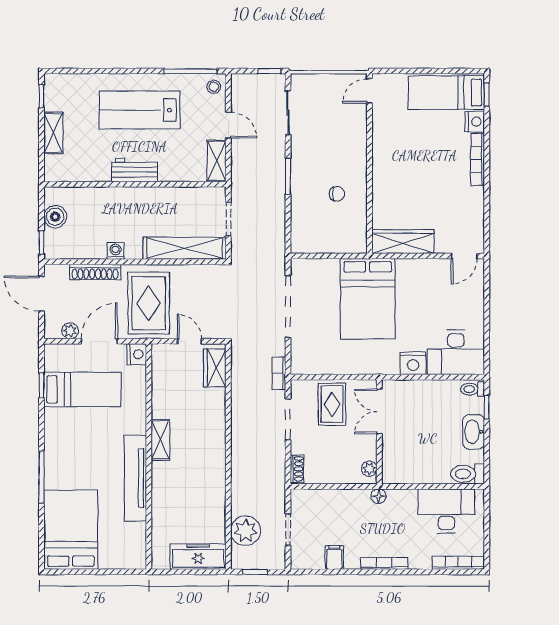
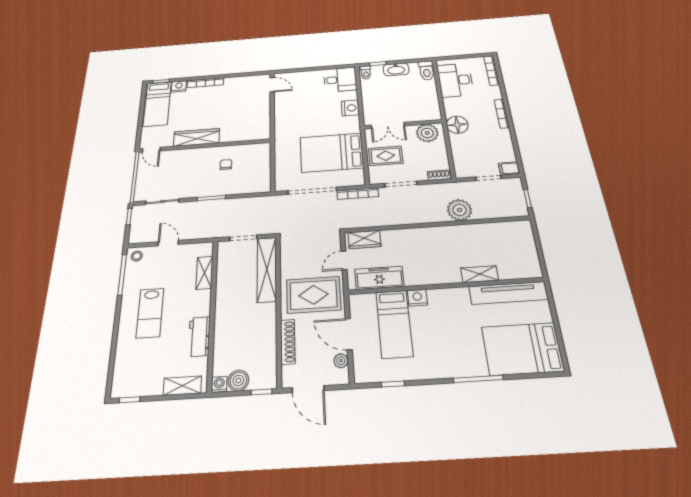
lab bench: (140, 110) -> (150, 313), width x0.73, depth x0.72
door: (228, 125) -> (168, 243), hinge flipped
shelving: (53, 133) -> (182, 386), moved
shelving: (217, 161) -> (204, 273), moved, turned 90
workbench: (135, 170) -> (199, 337), moved
wardrobe: (403, 242) -> (197, 137), moved, turned 90
washing machine: (115, 251) -> (219, 384), moved, turned 90
door: (42, 294) -> (308, 389), hinge flipped
bed: (368, 299) -> (332, 153), moved, turned 180
desk: (456, 352) -> (340, 80), width x0.73
nightstand: (137, 354) -> (417, 298), moved
bookcase: (279, 373) -> (358, 194), width x1.56
bed: (82, 389) -> (394, 324), moved, turned 180
shelving: (160, 440) -> (480, 274), moved
plant: (369, 469) -> (427, 133), width x1.88, depth x1.88
tv unit: (135, 478) -> (508, 293), moved
floor lamp: (378, 496) -> (457, 125), width x1.89, depth x1.89
plant: (246, 531) -> (460, 210), moved
freezer: (198, 557) -> (379, 278), moved, turned 90
filing cabinet: (334, 558) -> (509, 168), moved

